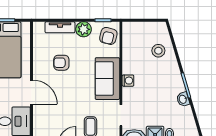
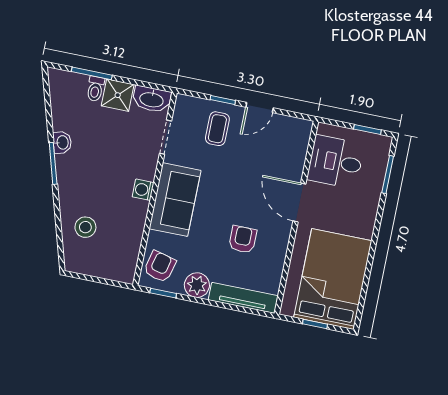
tv unit: (60, 27) -> (243, 298), width x1.41
armchair: (61, 63) -> (243, 239), turned -90

